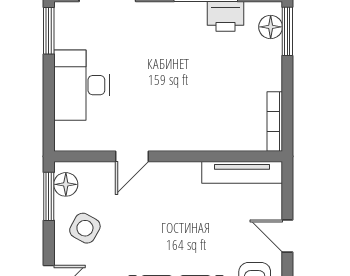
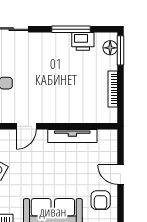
bookcase: (275, 121) -> (113, 89), moved
tv unit: (242, 172) -> (72, 136), moved

